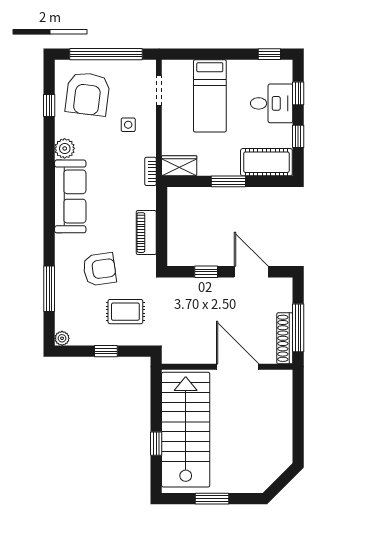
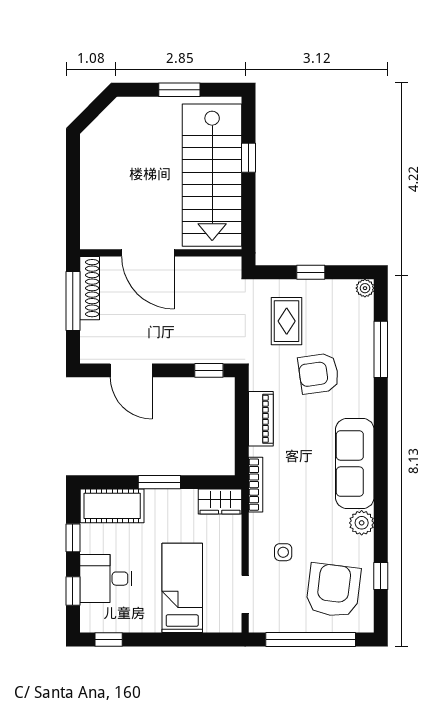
bookcase: (150, 171) -> (256, 485), width x1.56
window: (206, 272) -> (209, 370), moved
rug: (125, 312) -> (287, 321), turned 90

